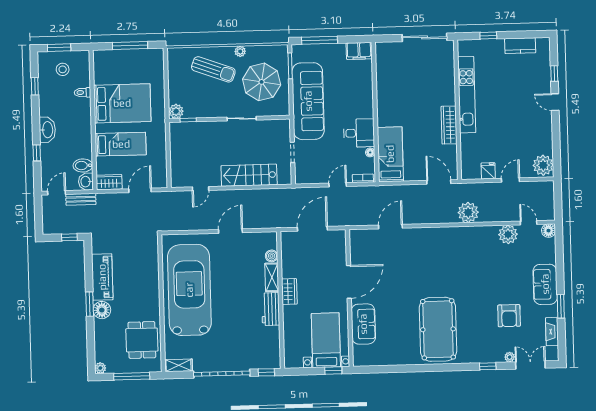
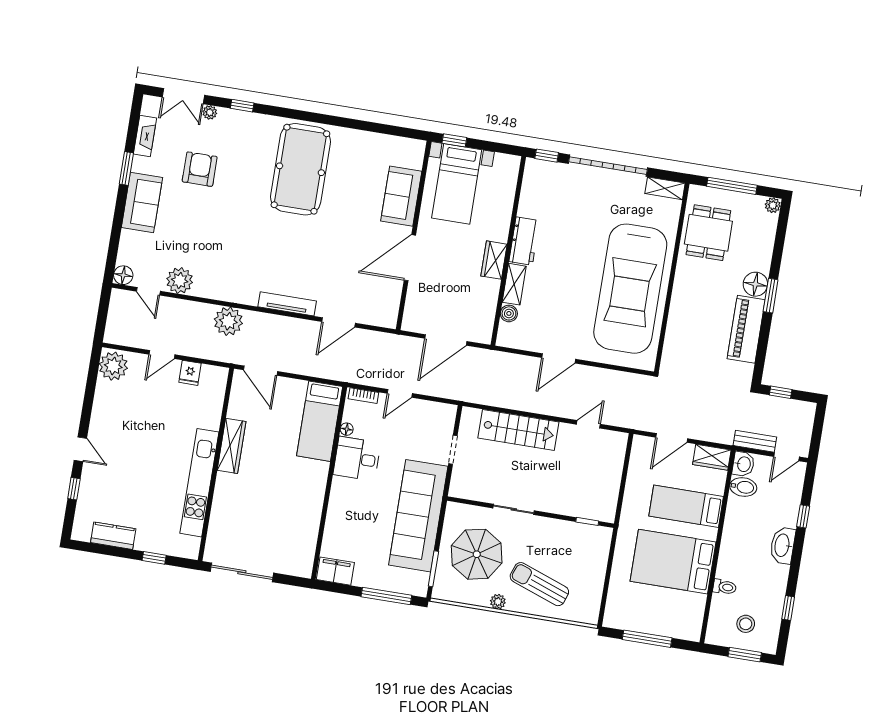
plant: (176, 111) -> (601, 536), removed
tv unit: (429, 233) -> (287, 304), added

